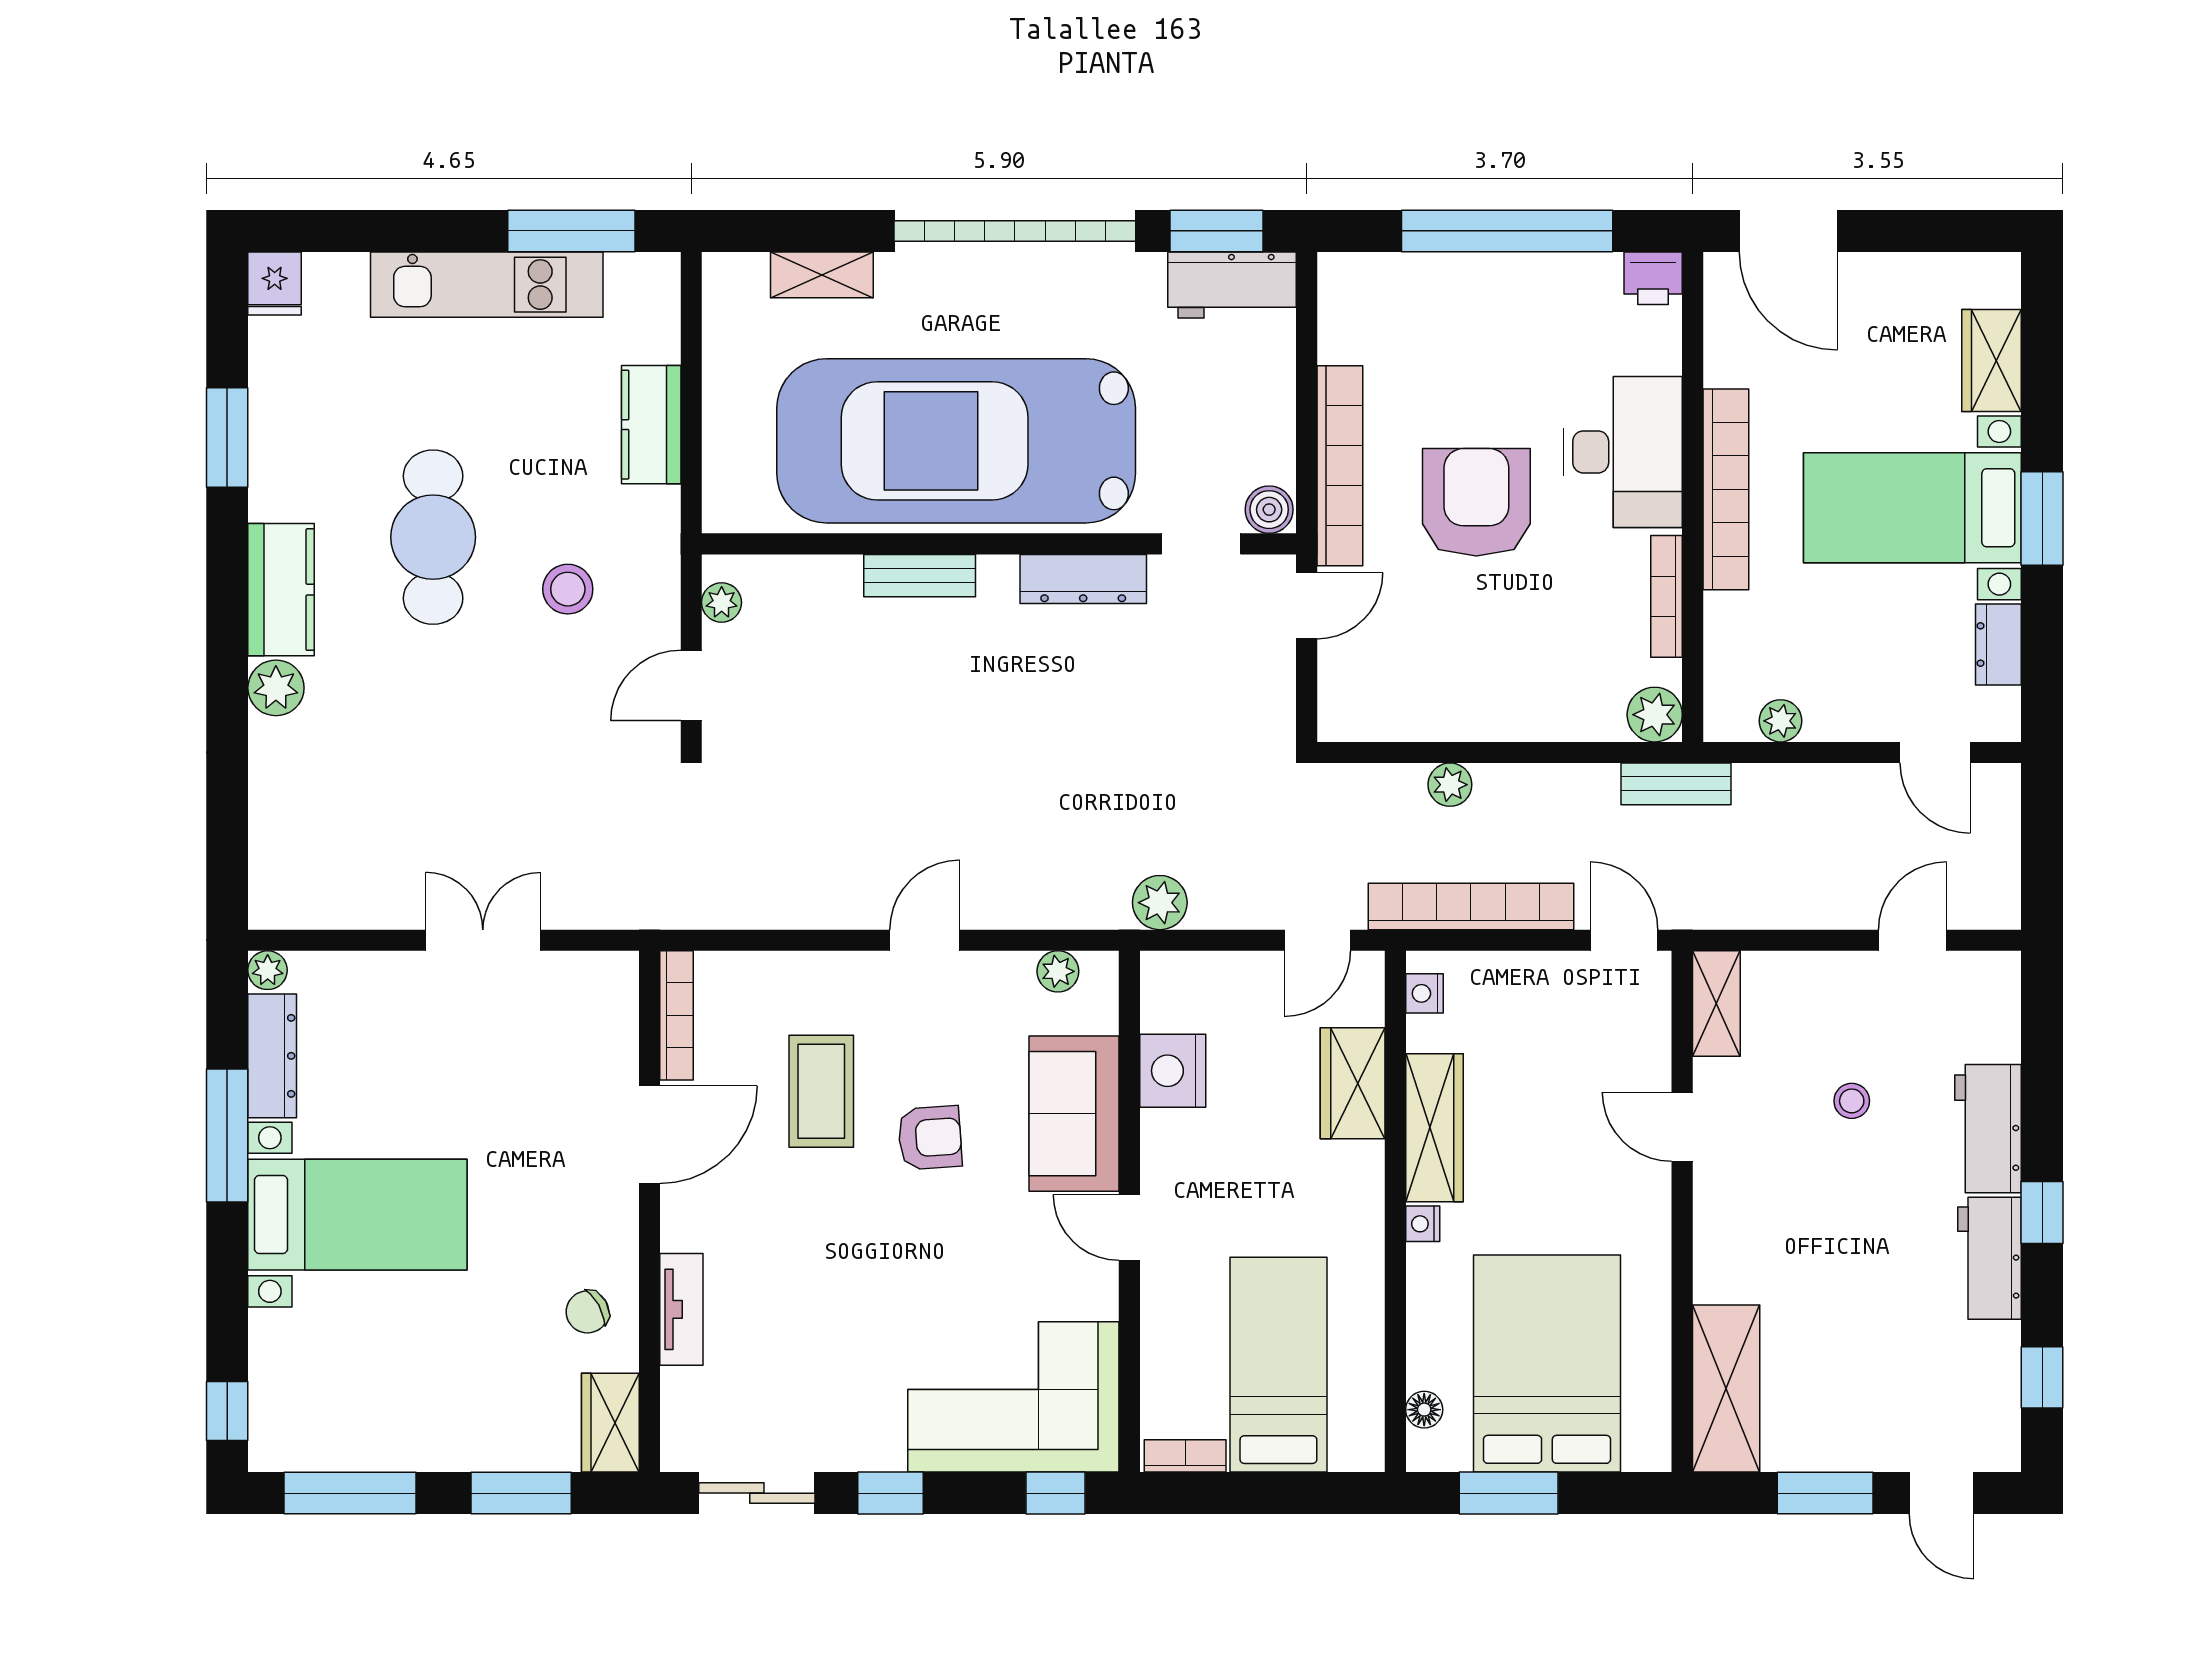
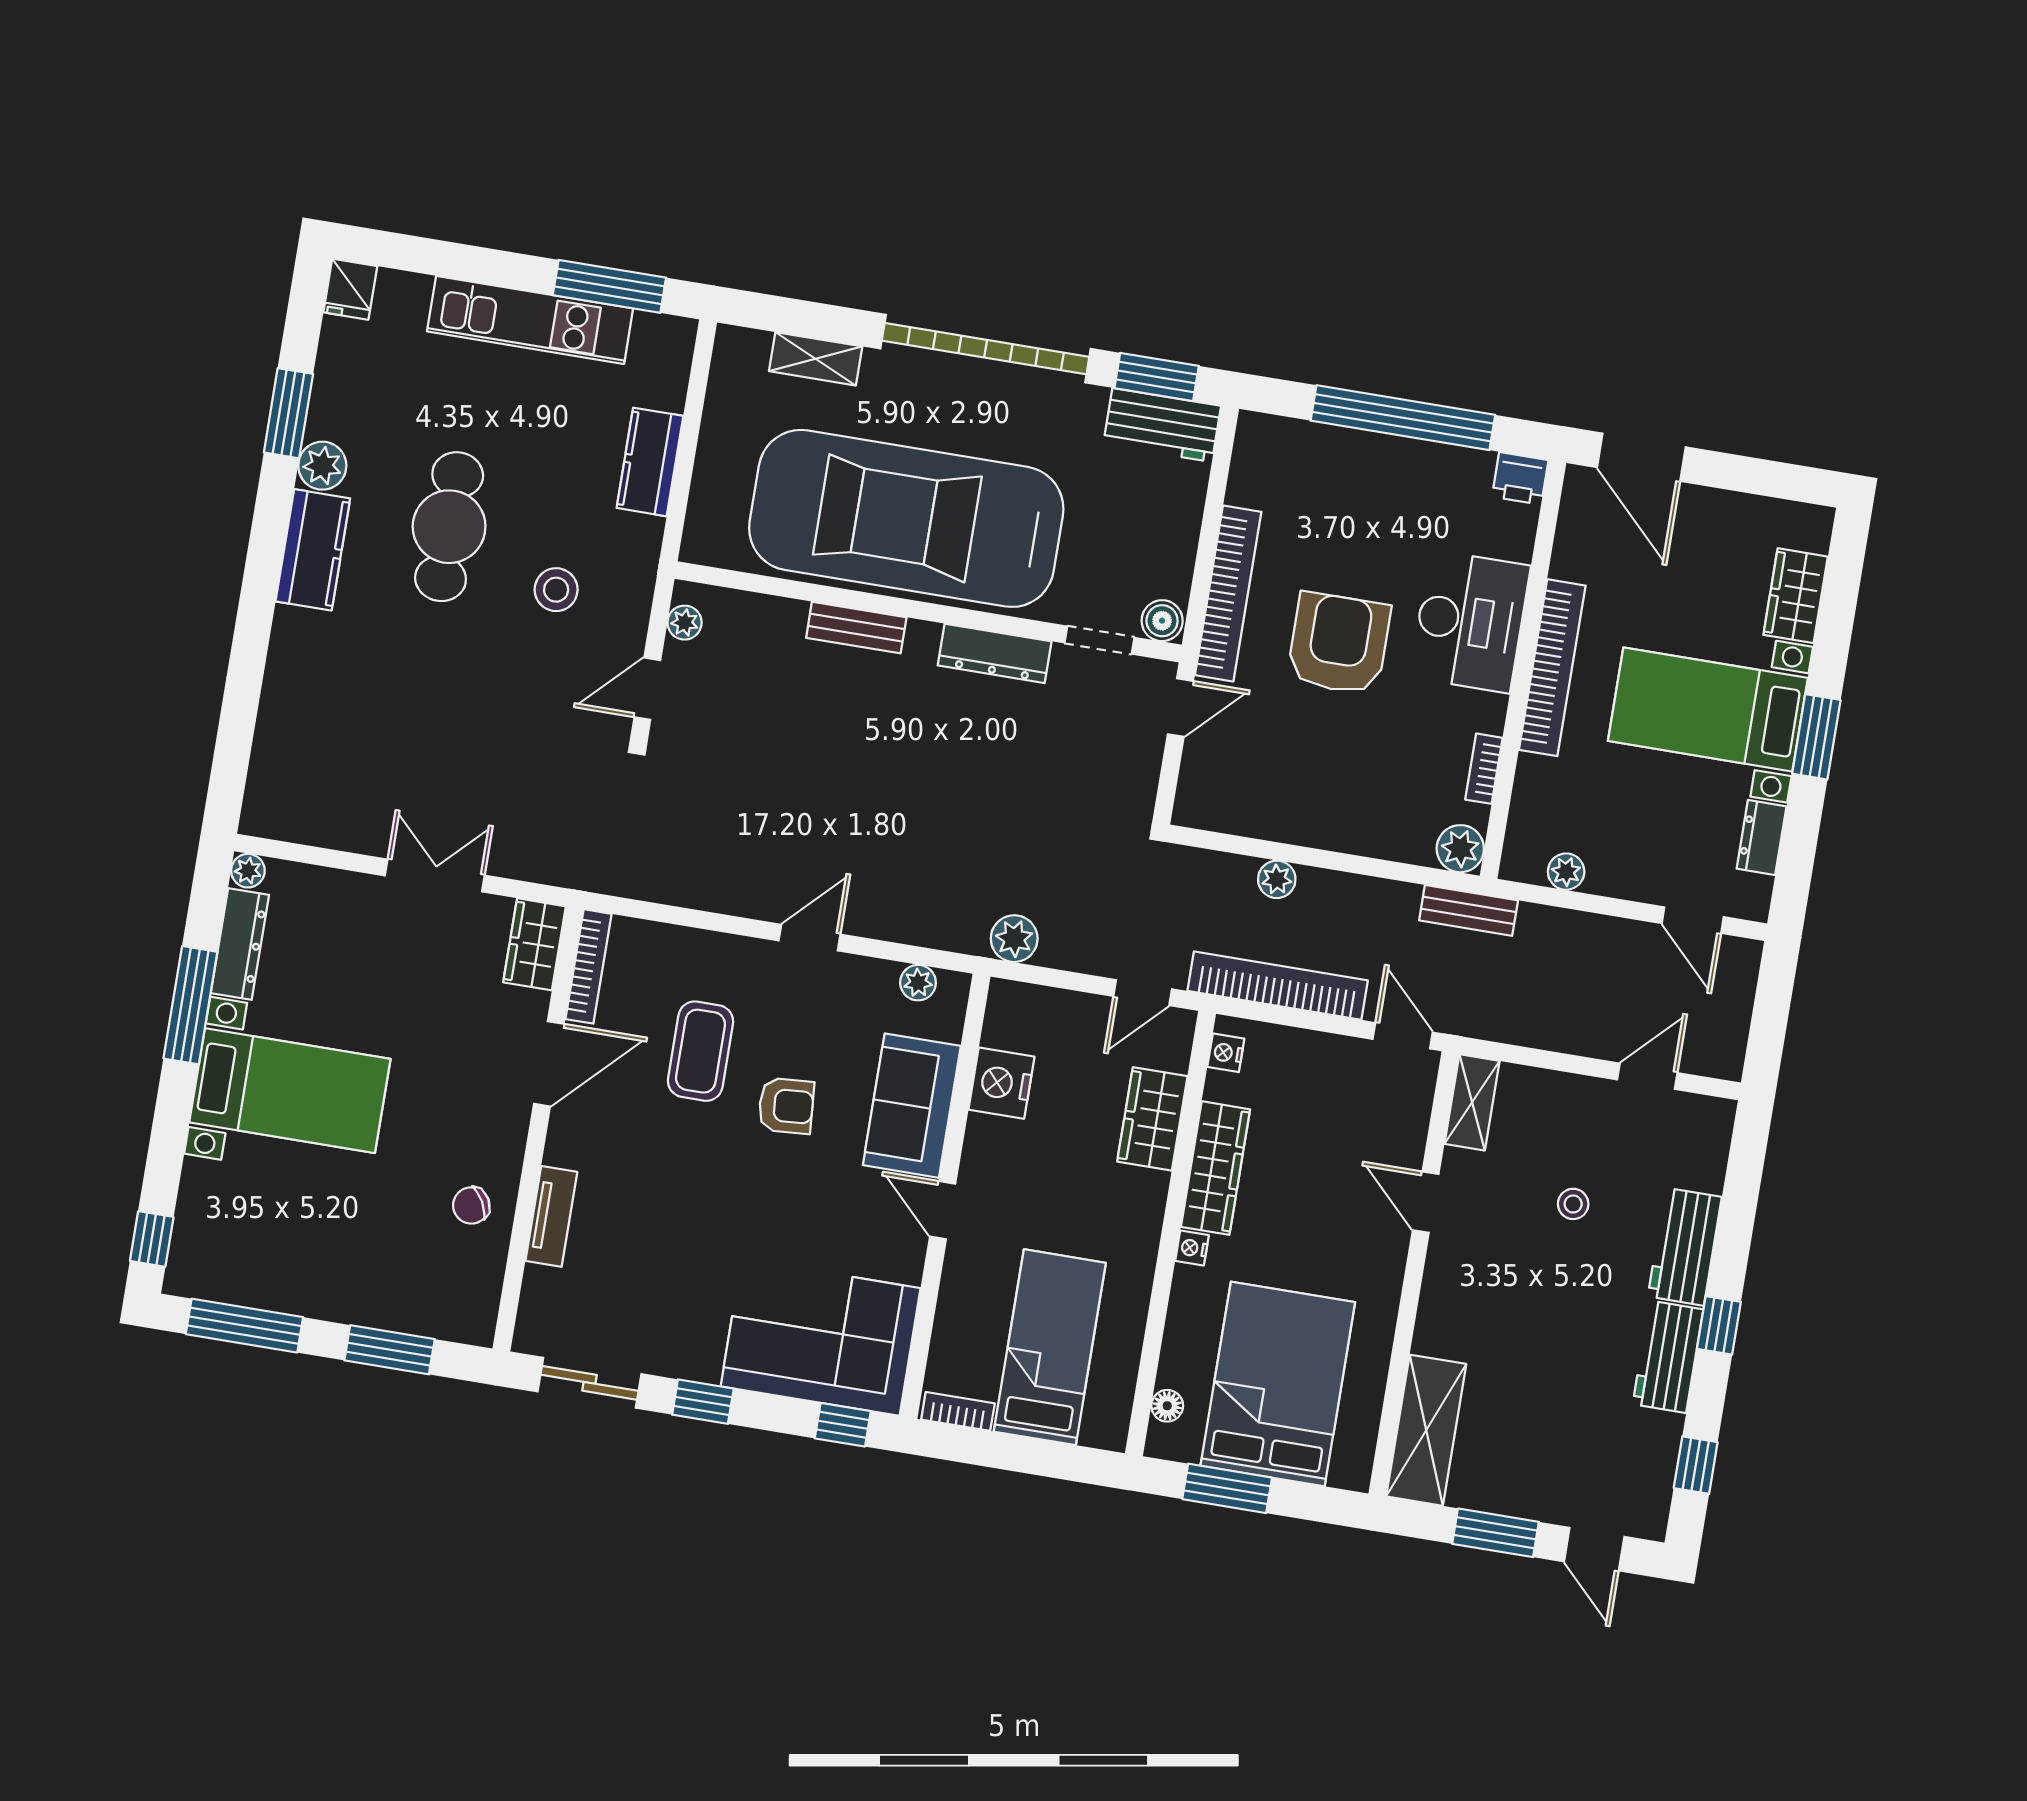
bookcase: (1667, 596) -> (1484, 769), width x0.64
plant: (276, 688) -> (322, 466), moved
wardrobe: (610, 1423) -> (534, 944), moved

